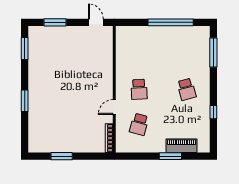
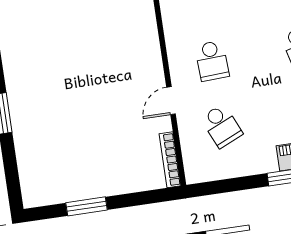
school desk: (139, 124) -> (222, 126), turned -39

